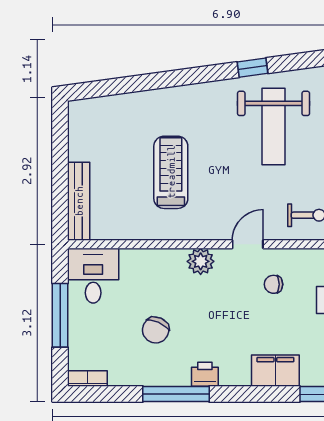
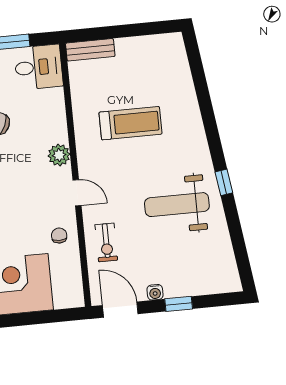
bench: (79, 201) -> (90, 50), width x0.73
chair: (274, 284) -> (59, 236), moved

